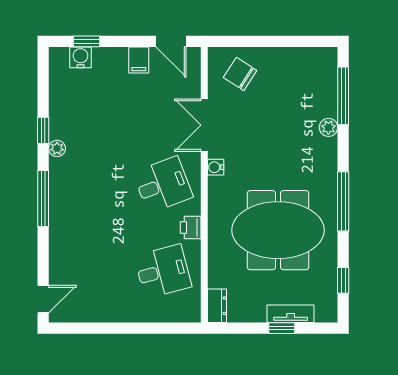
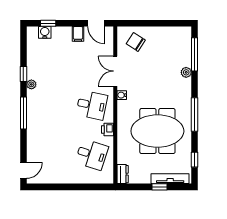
desk: (163, 185) -> (92, 105), turned 33
desk: (163, 271) -> (92, 154), turned 33
tv unit: (291, 314) -> (170, 179), width x1.41

